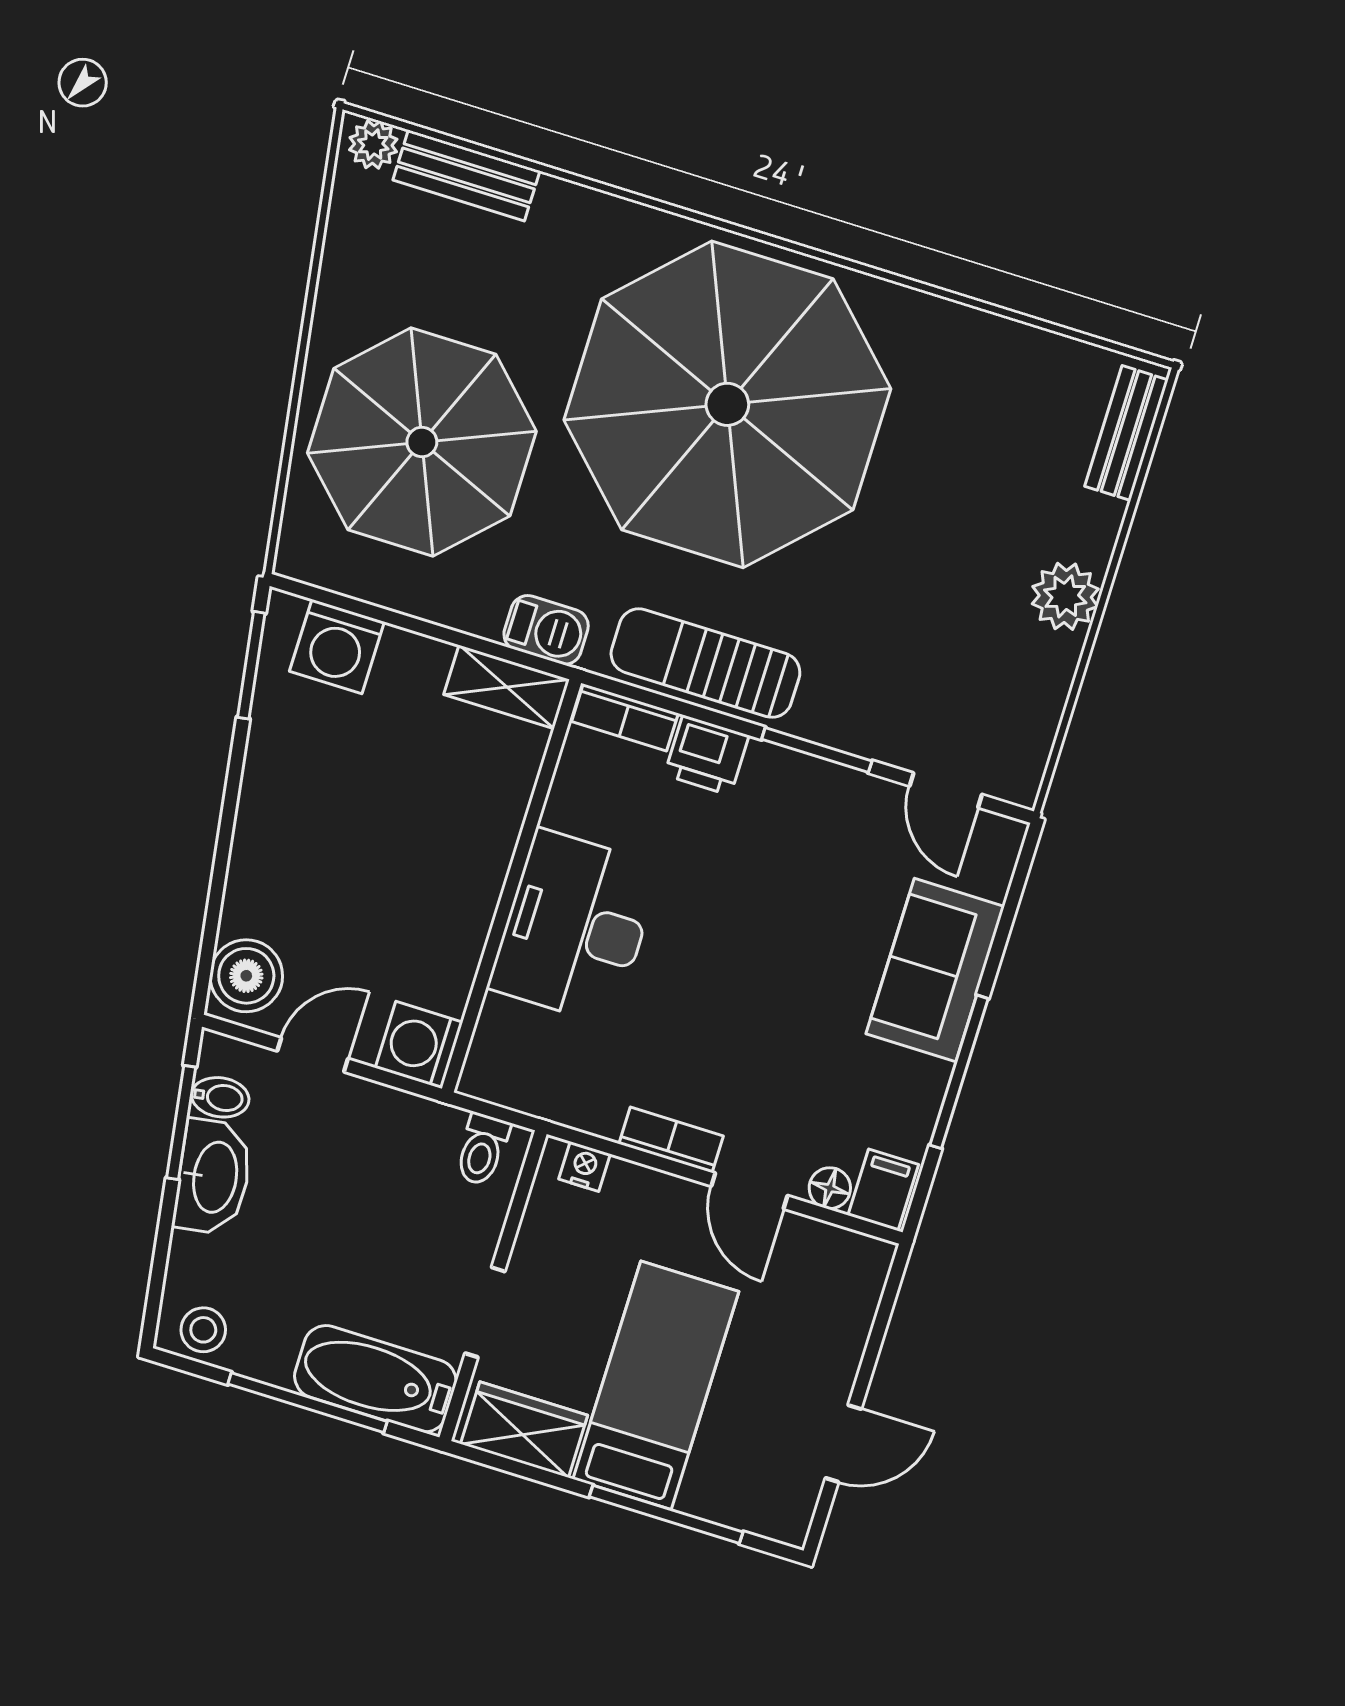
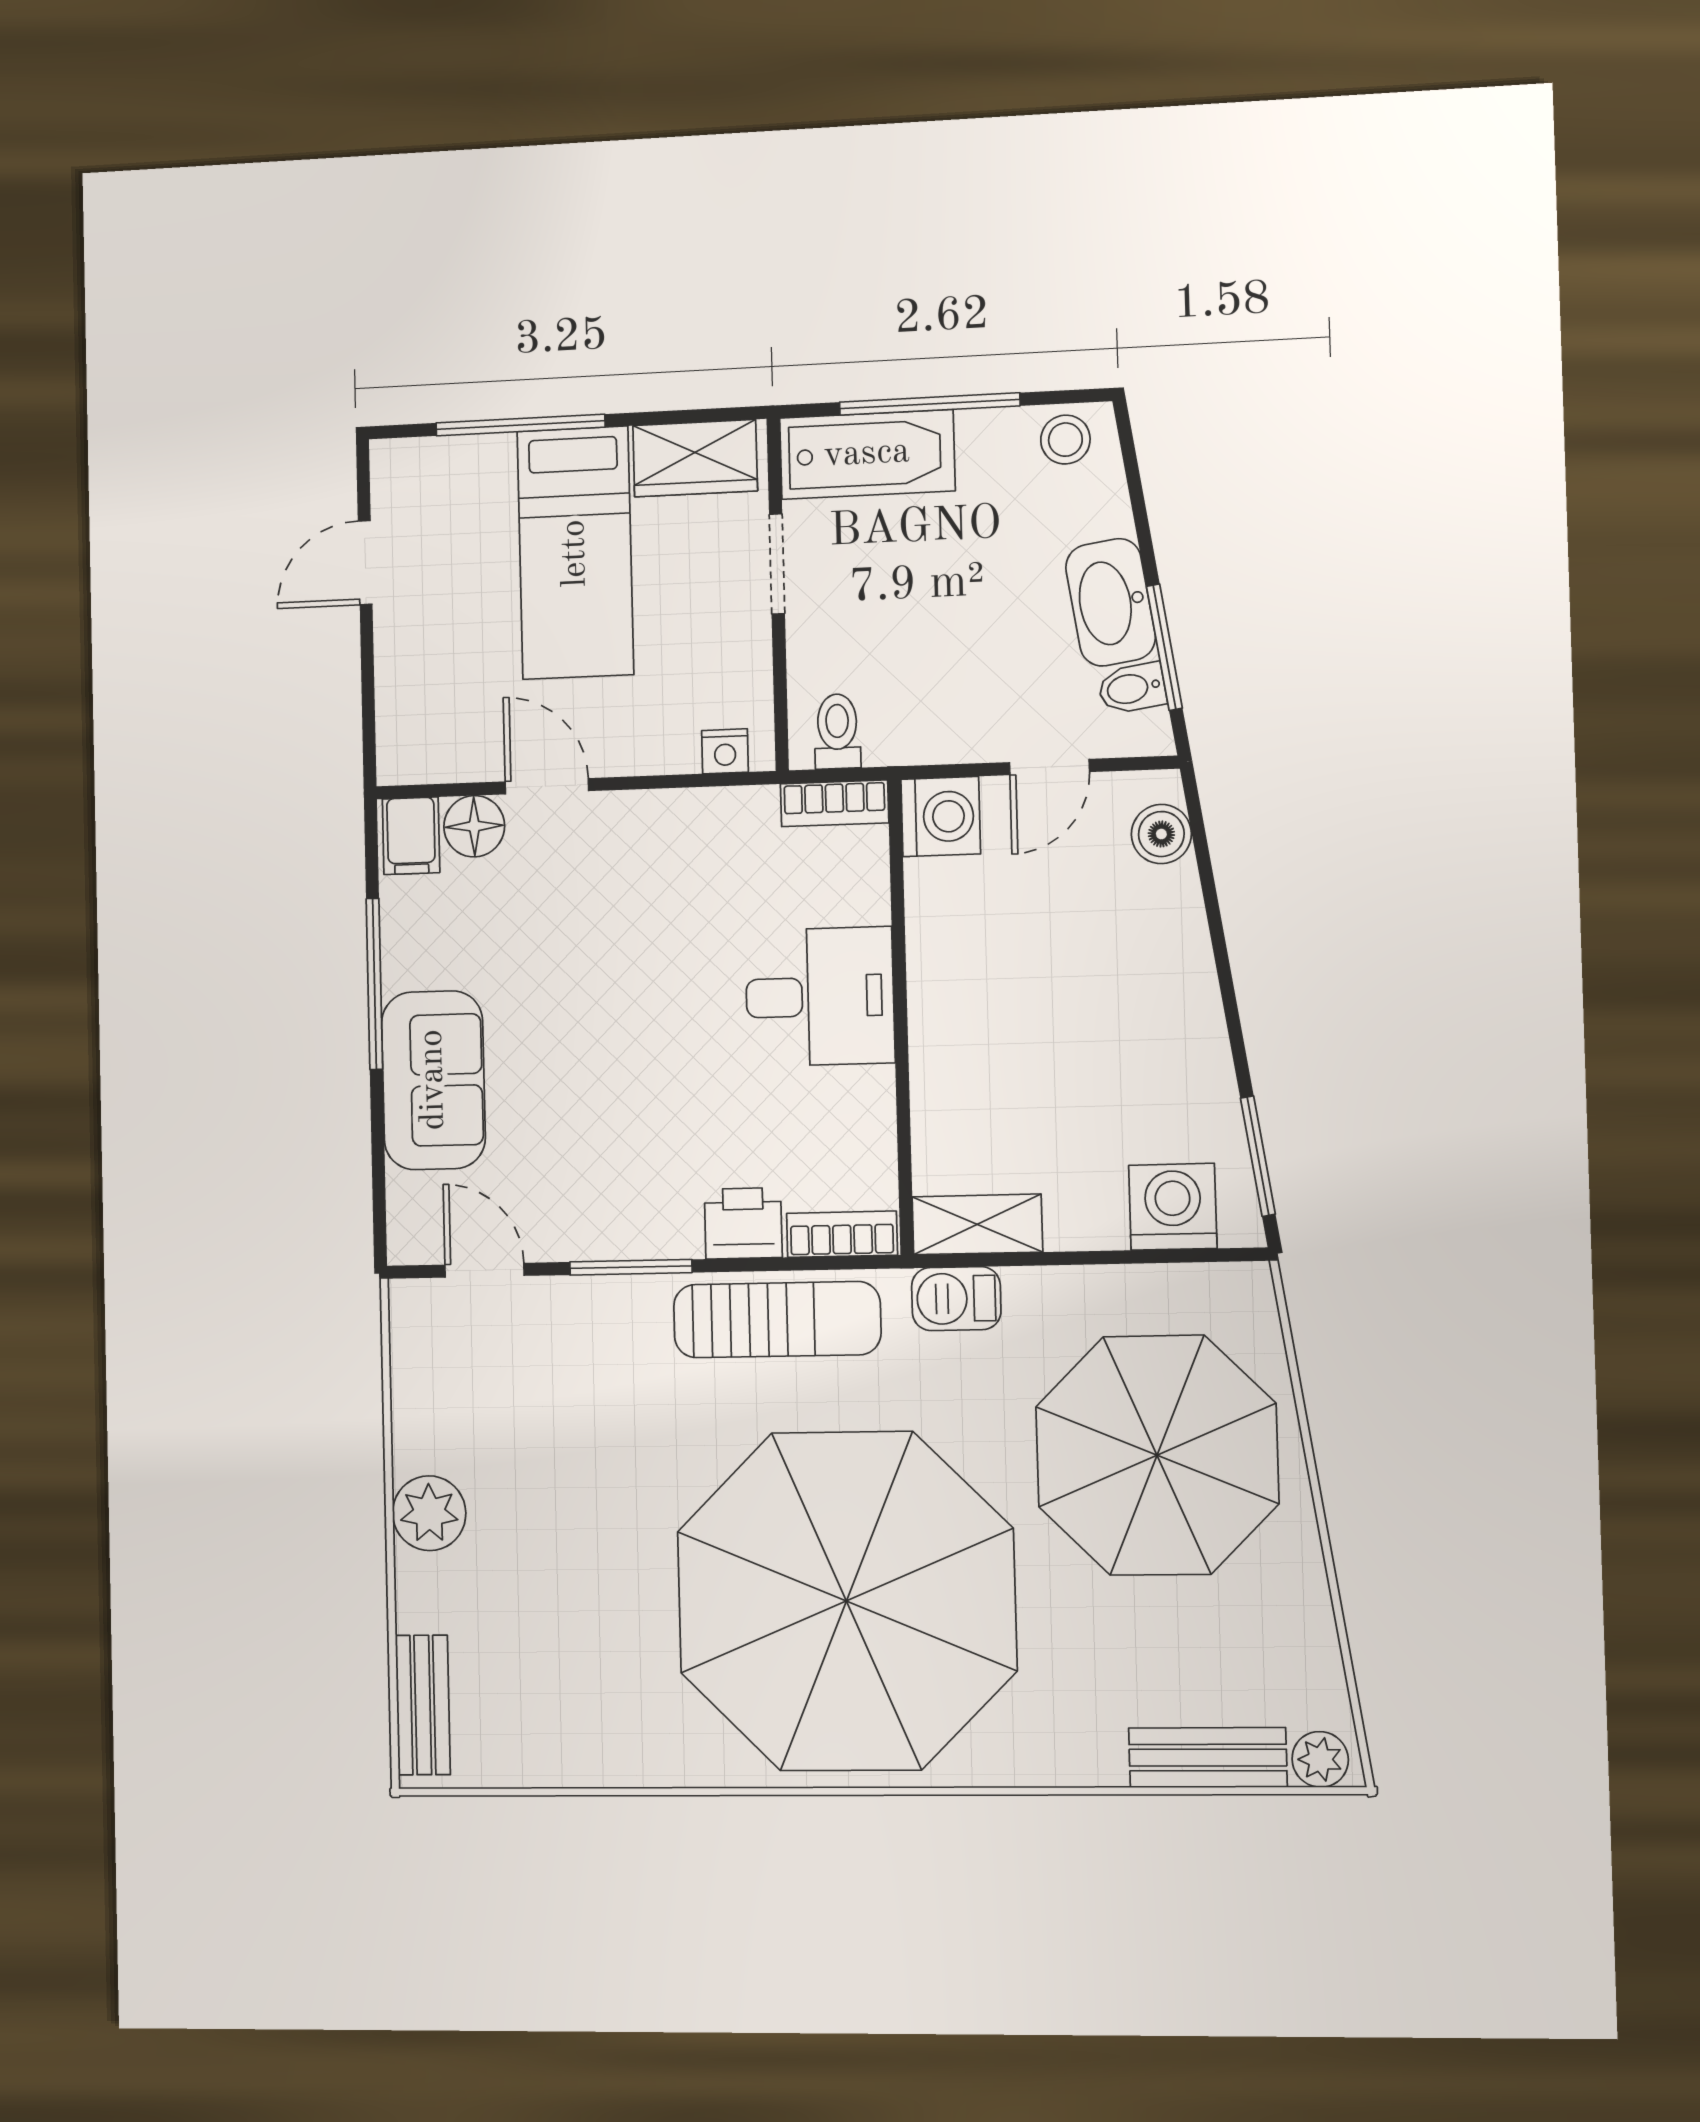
desk: (575, 927) -> (820, 997), width x0.73
boiler: (246, 976) -> (1161, 834), width x0.73, depth x0.73
bookcase: (671, 1140) -> (835, 803), moved
floor lamp: (830, 1188) -> (474, 826), width x1.37, depth x1.37

